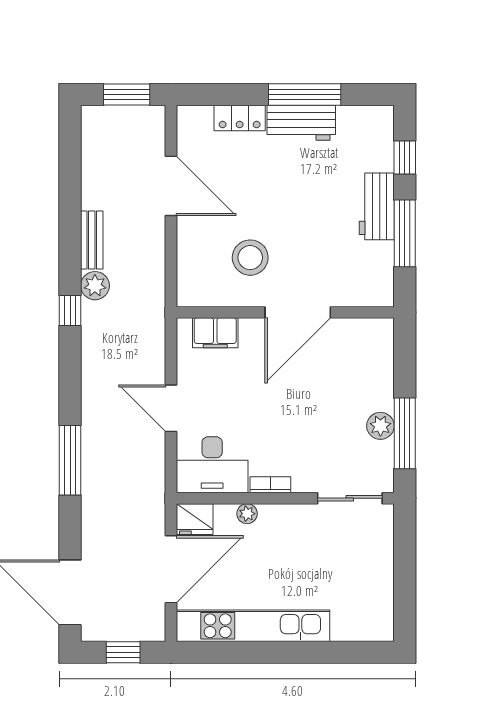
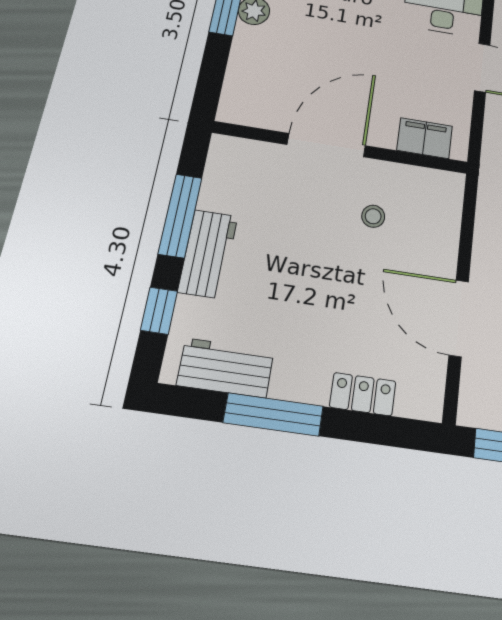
workbench: (301, 123) -> (226, 368), moved
stool: (250, 258) -> (373, 216), width x0.53, depth x0.53

